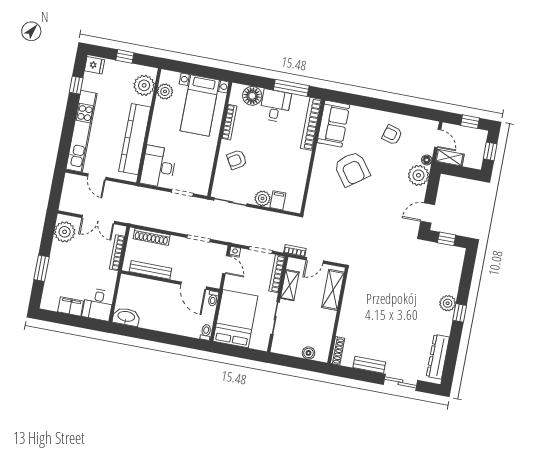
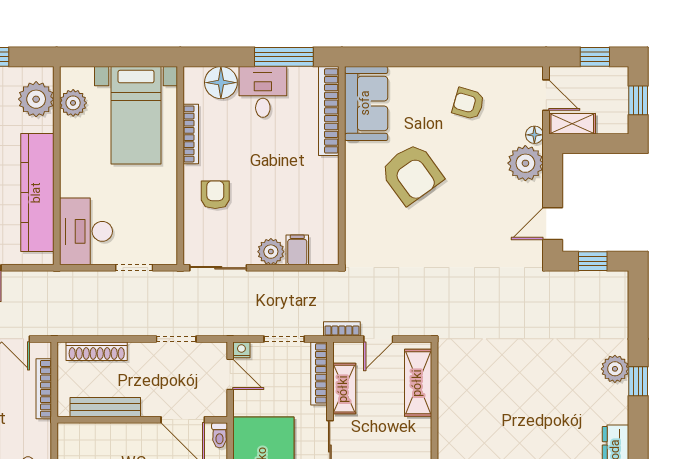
armchair: (237, 160) -> (215, 195), turned 121

